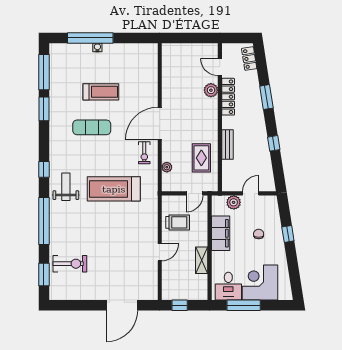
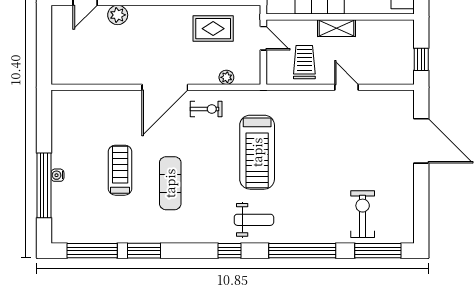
door: (160, 124) -> (165, 87), hinge flipped
weight bench: (66, 187) -> (254, 220), turned 180
shelving: (202, 260) -> (337, 28), moved
window: (44, 274) -> (378, 251), width x1.44

